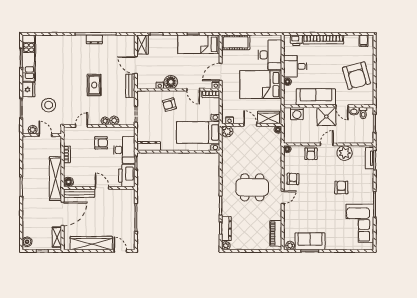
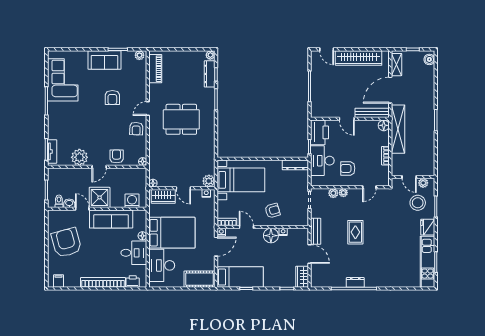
stool: (49, 105) -> (418, 203), moved
armchair: (341, 187) -> (112, 97), moved
sofa: (310, 241) -> (104, 60), moved

